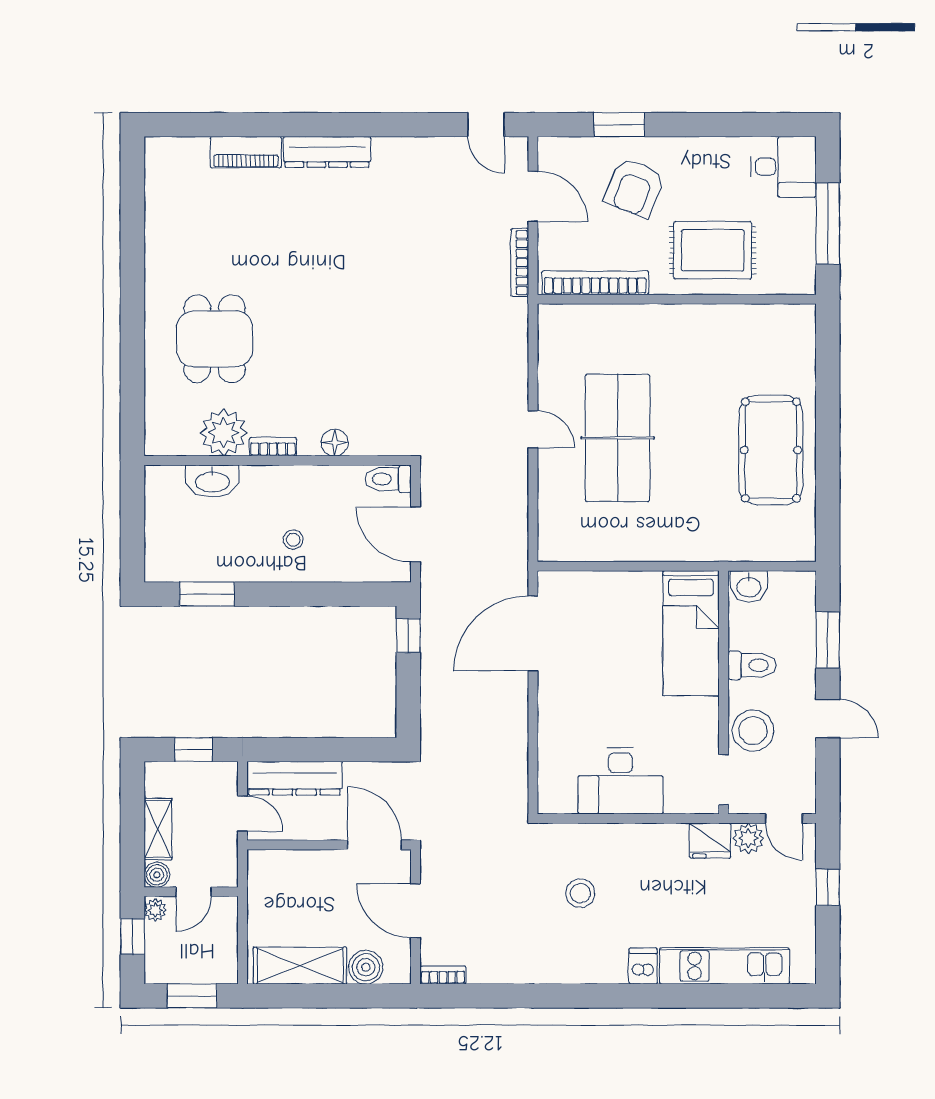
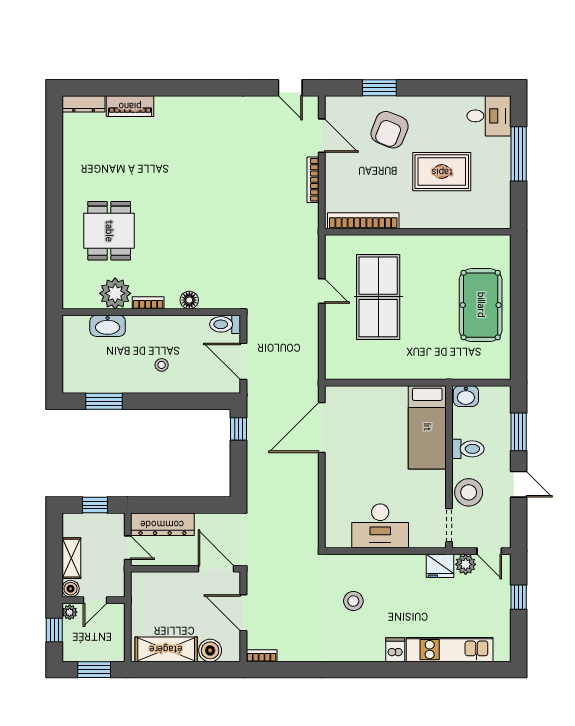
dresser: (327, 152) -> (84, 104), moved, width x0.73, depth x0.80
bookcase: (595, 283) -> (363, 221), moved
wall: (677, 299) -> (418, 232), moved

